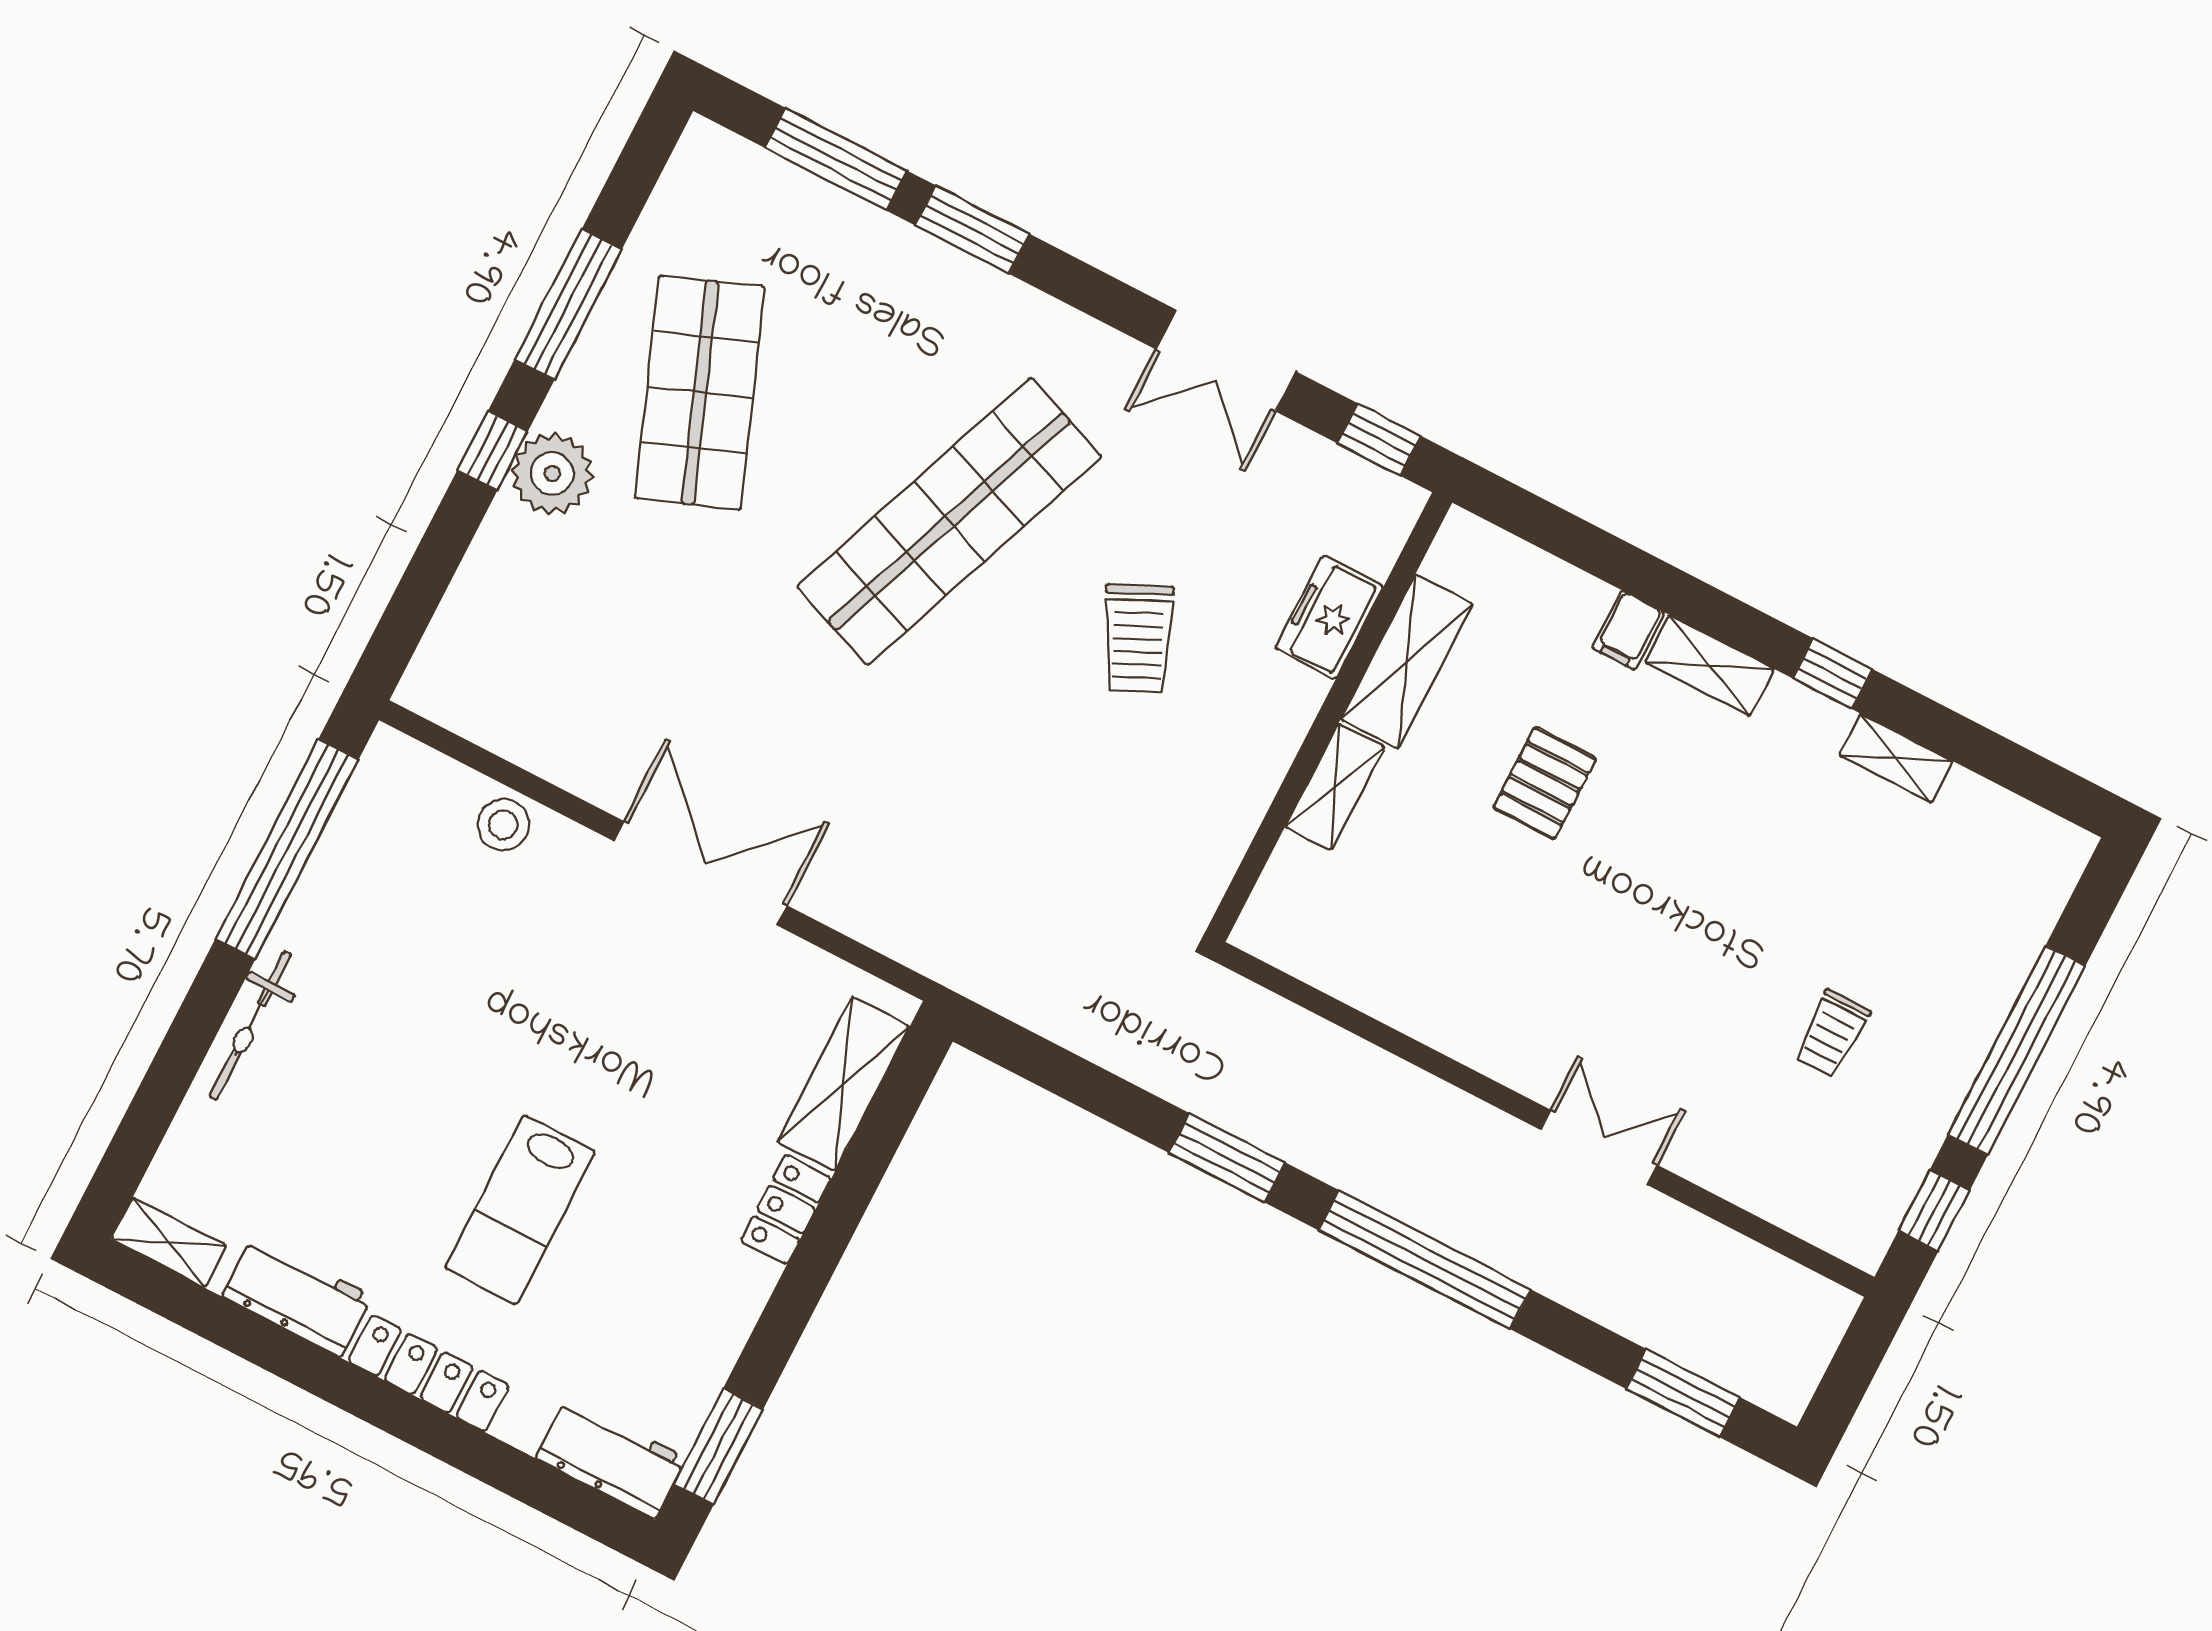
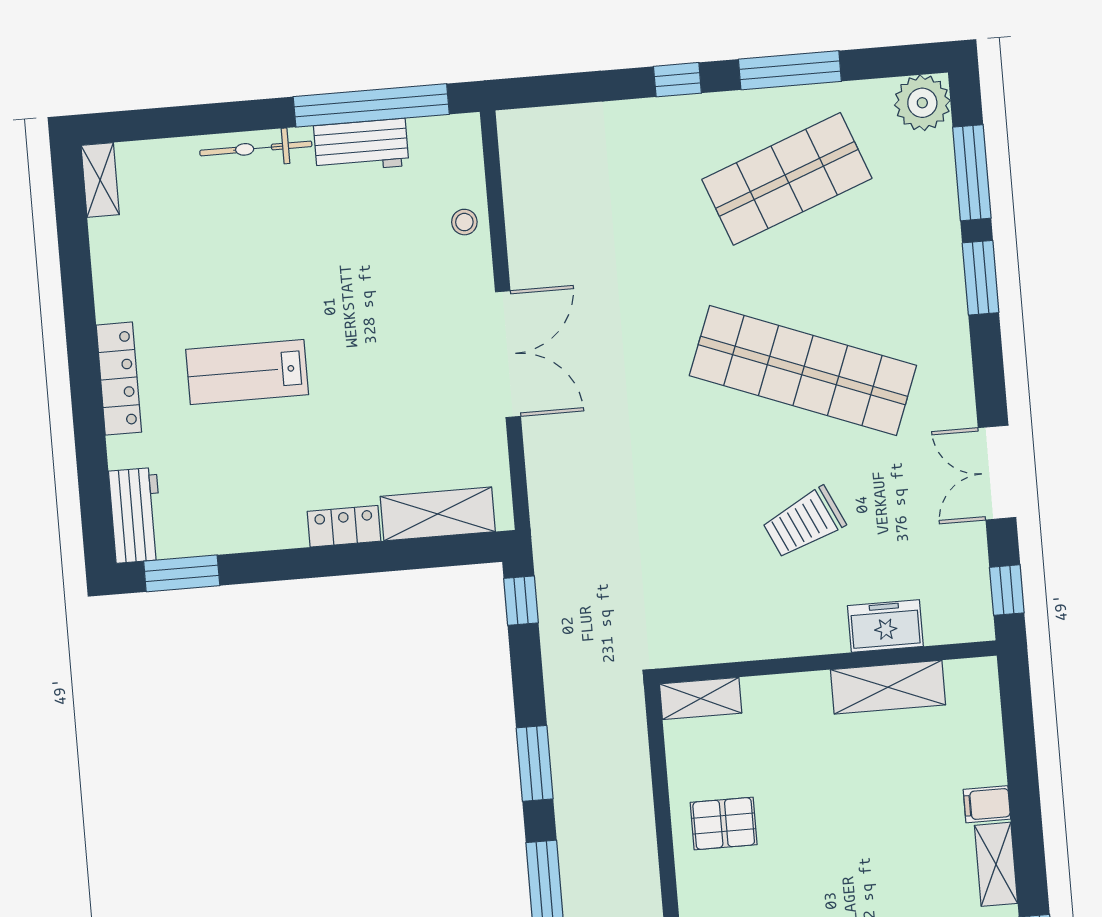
plant: (552, 473) -> (922, 103), moved
pallet: (1545, 783) -> (724, 824), moved
shelving: (1335, 787) -> (701, 698), moved
stool: (503, 825) -> (464, 222), width x0.73, depth x0.73
window: (1015, 1048) -> (521, 601), added
workbench: (297, 1296) -> (361, 146), moved, turned 90

